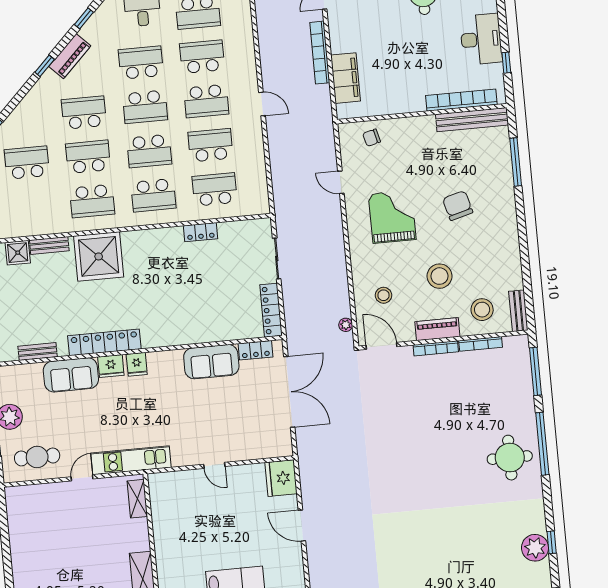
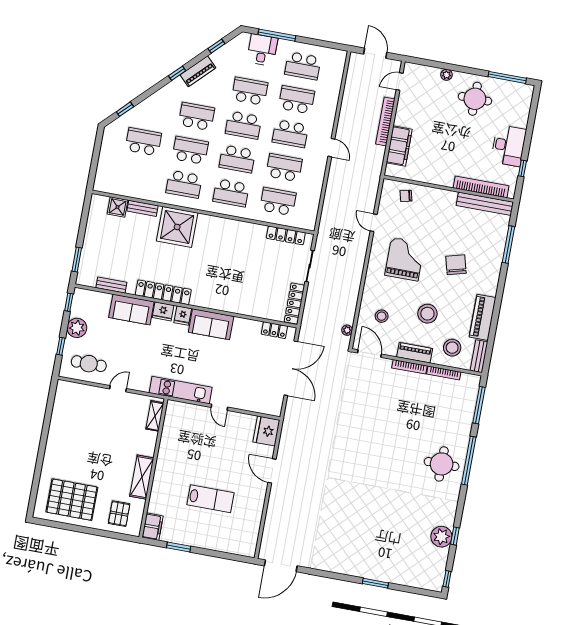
locker: (201, 232) -> (286, 235), moved, width x1.53
piano: (509, 261) -> (483, 317), added
sofa: (211, 362) -> (211, 324), moved
kitchen unit: (131, 460) -> (181, 390), moved

